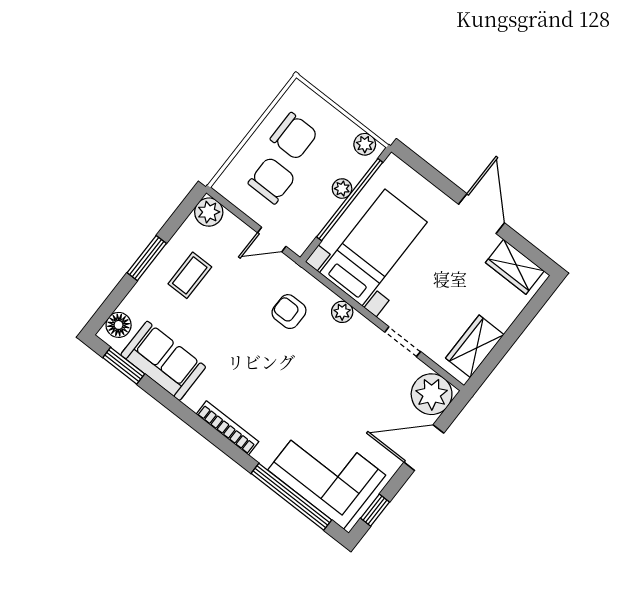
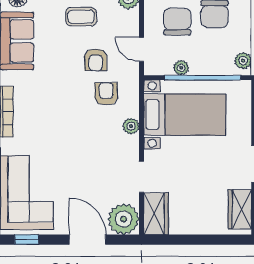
chair: (272, 180) -> (177, 21), turned -90
plant: (342, 189) -> (181, 68), moved
armchair: (246, 295) -> (96, 60), added
wardrobe: (475, 346) -> (156, 214), moved, turned 90

